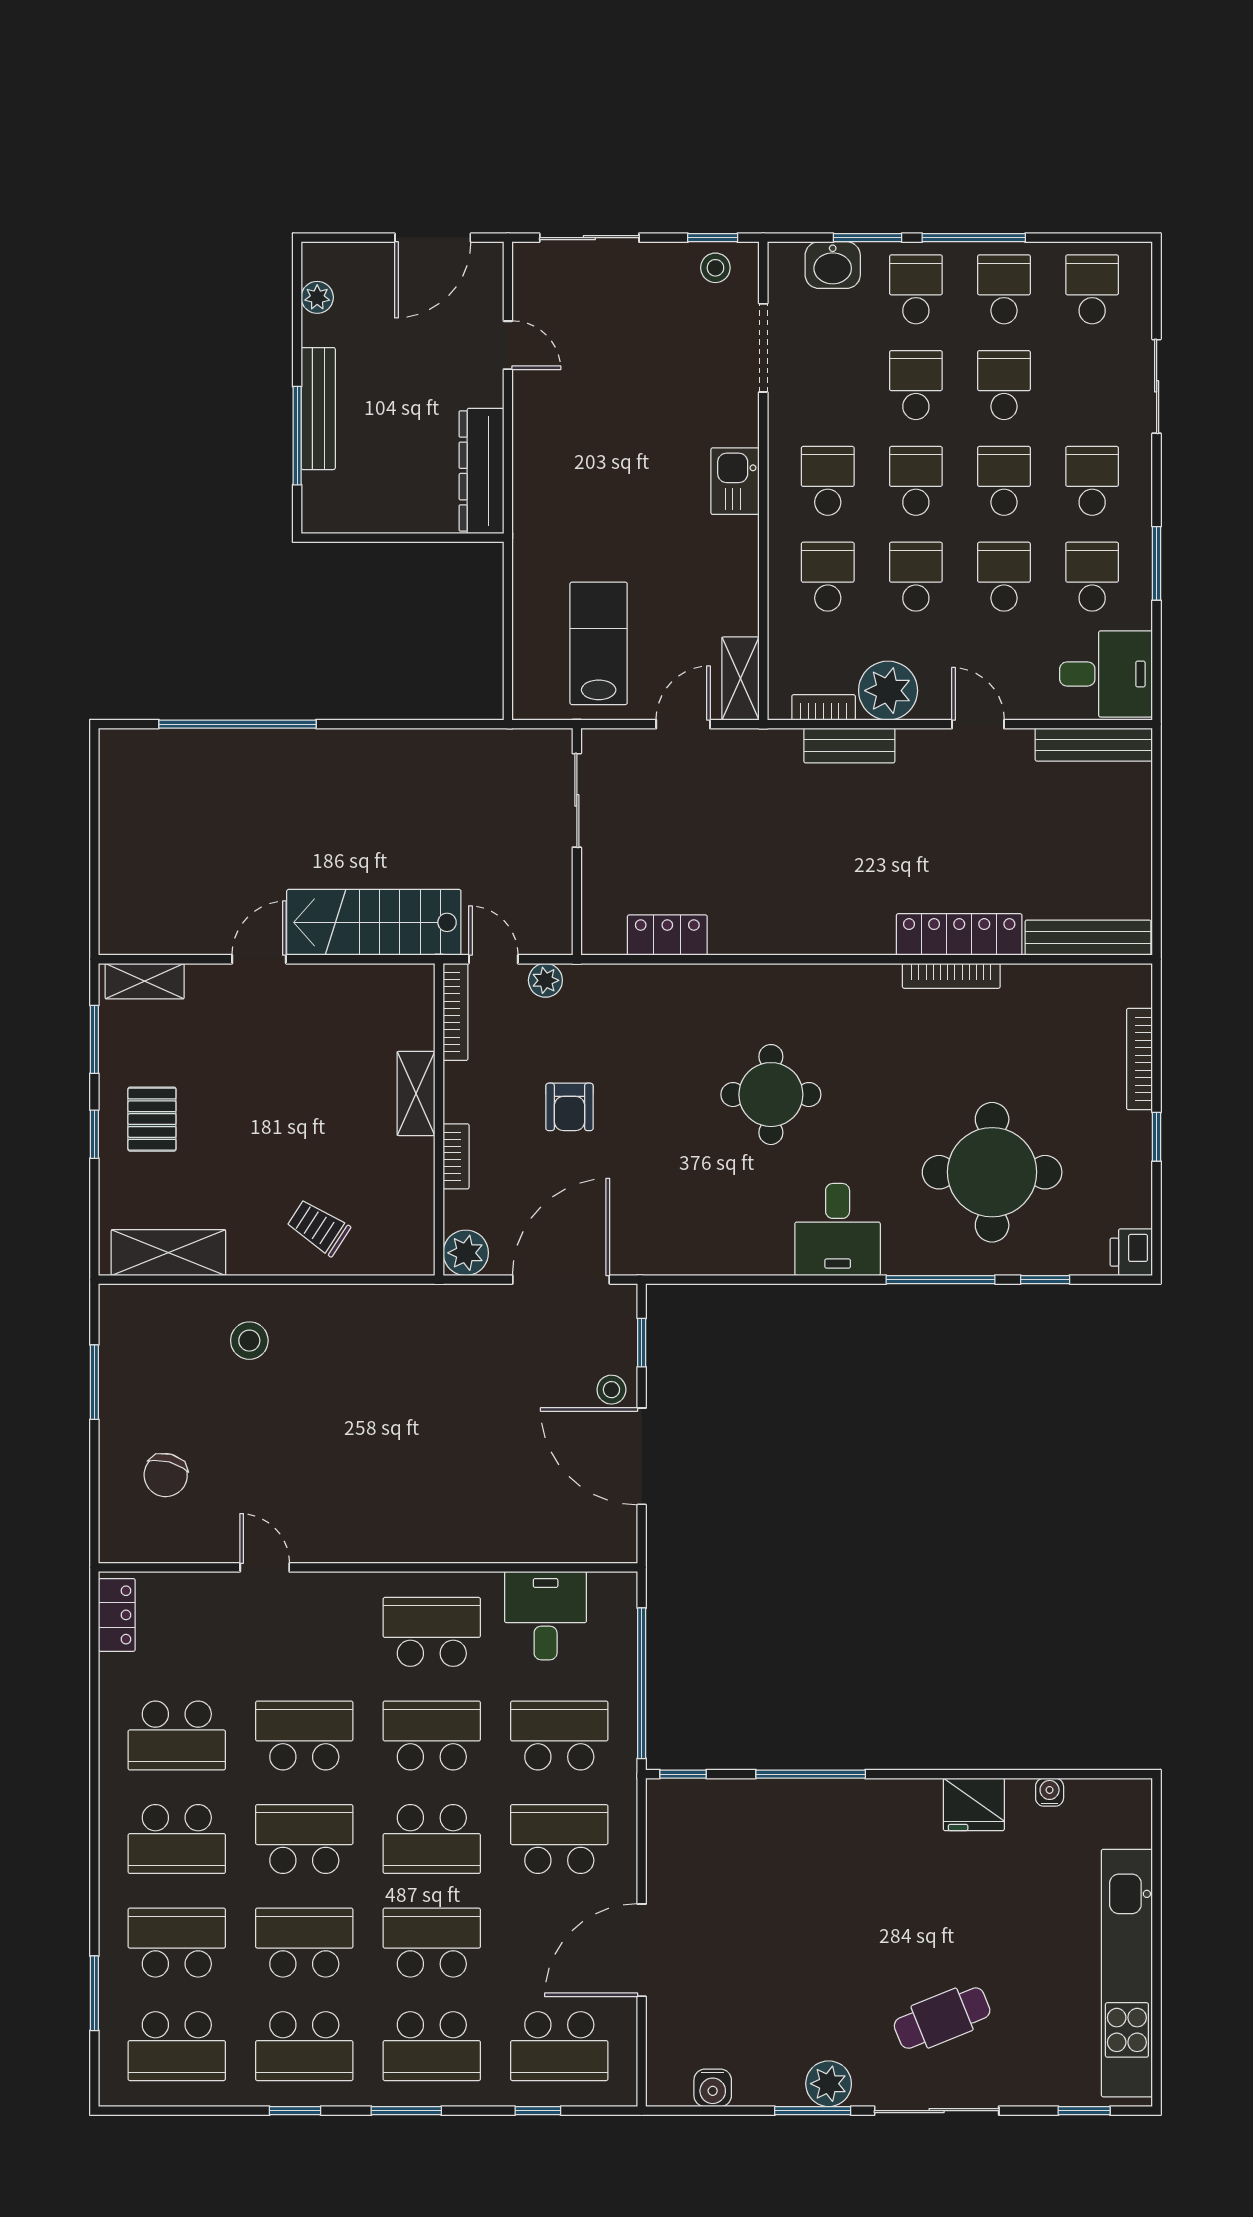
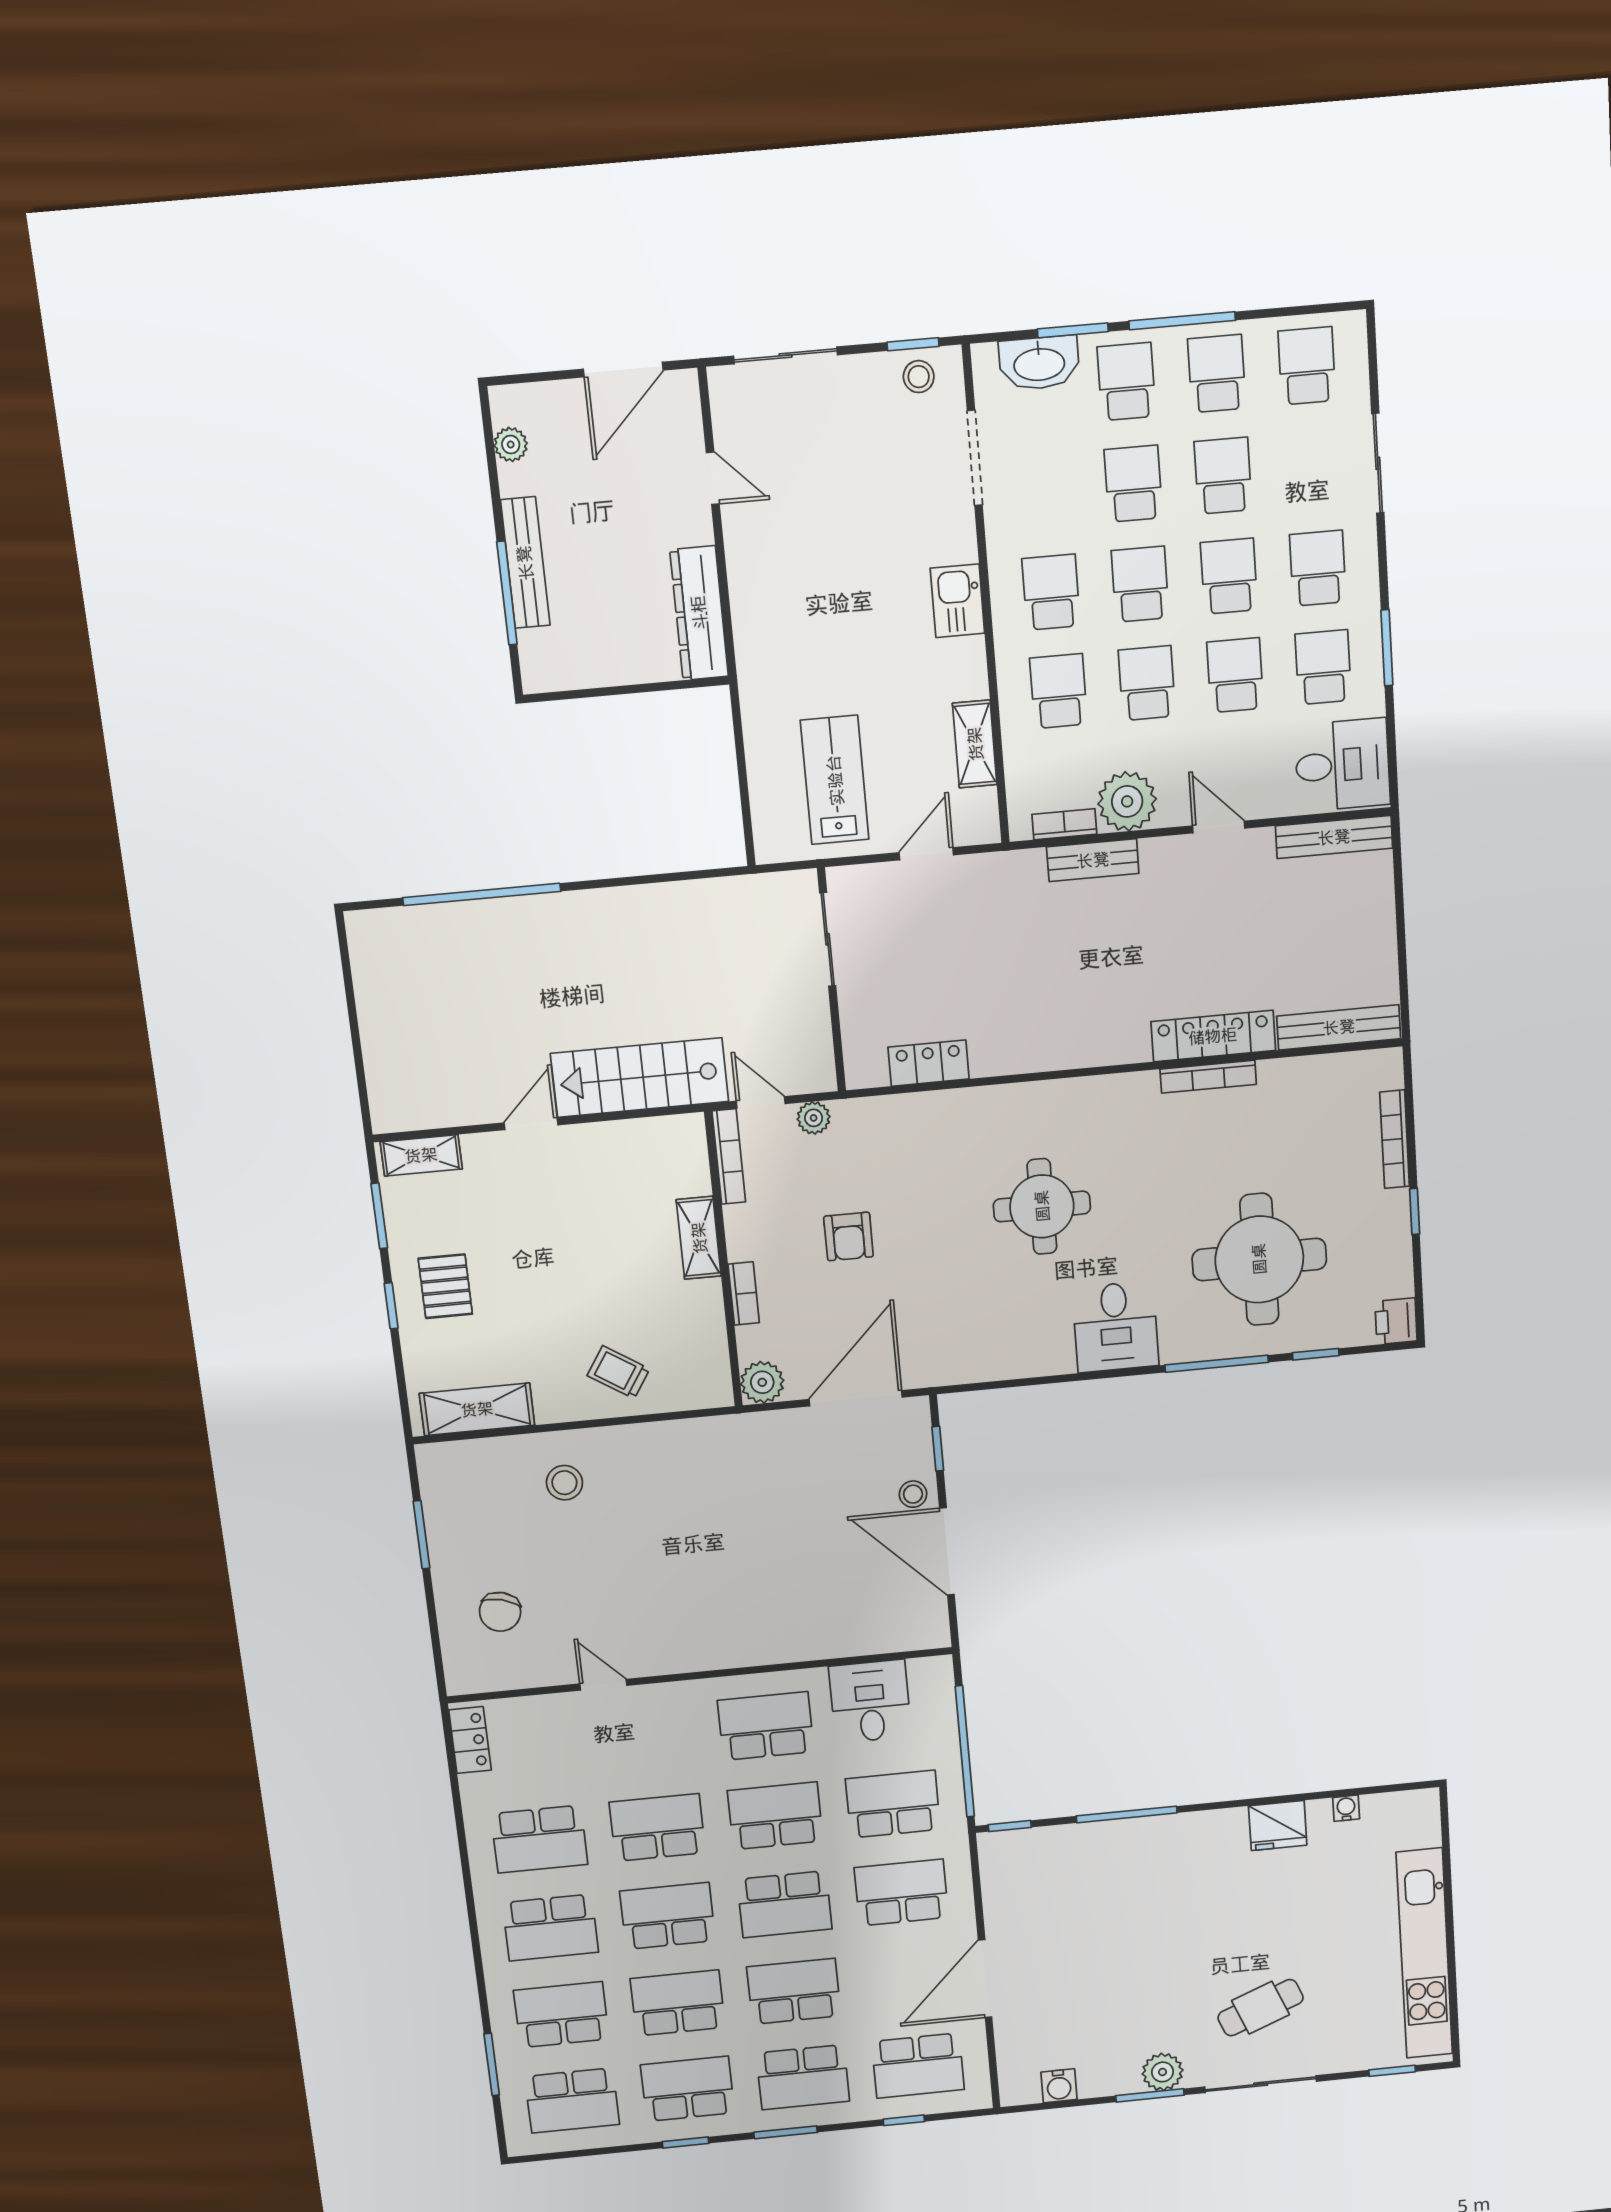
washbasin: (833, 265) -> (1039, 363), width x1.38
shelving: (741, 679) -> (975, 744), moved
school desk: (304, 2046) -> (688, 2089), turned 180

